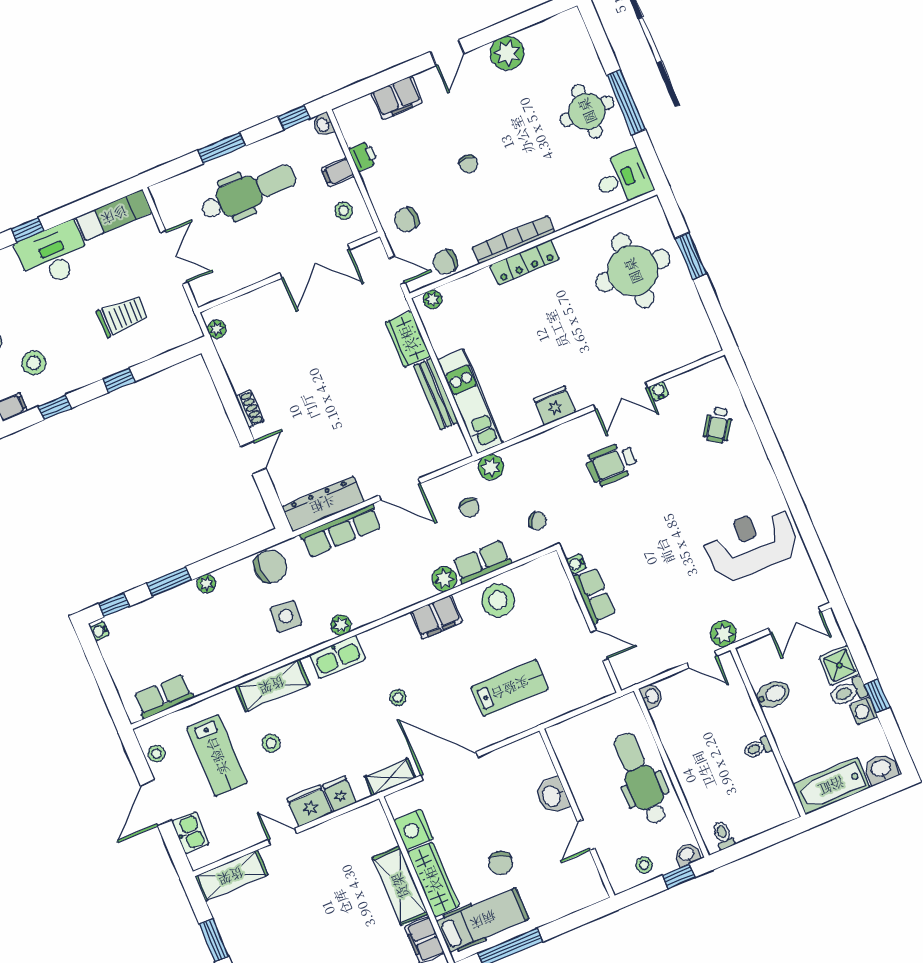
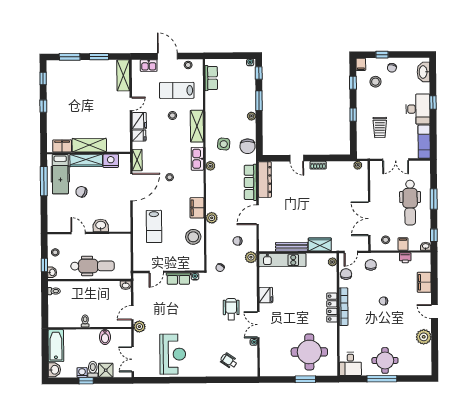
row of seats: (482, 562) -> (212, 237), removed

